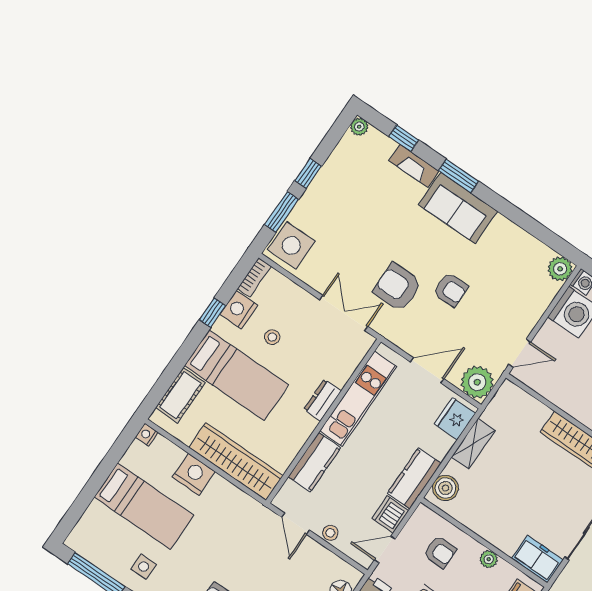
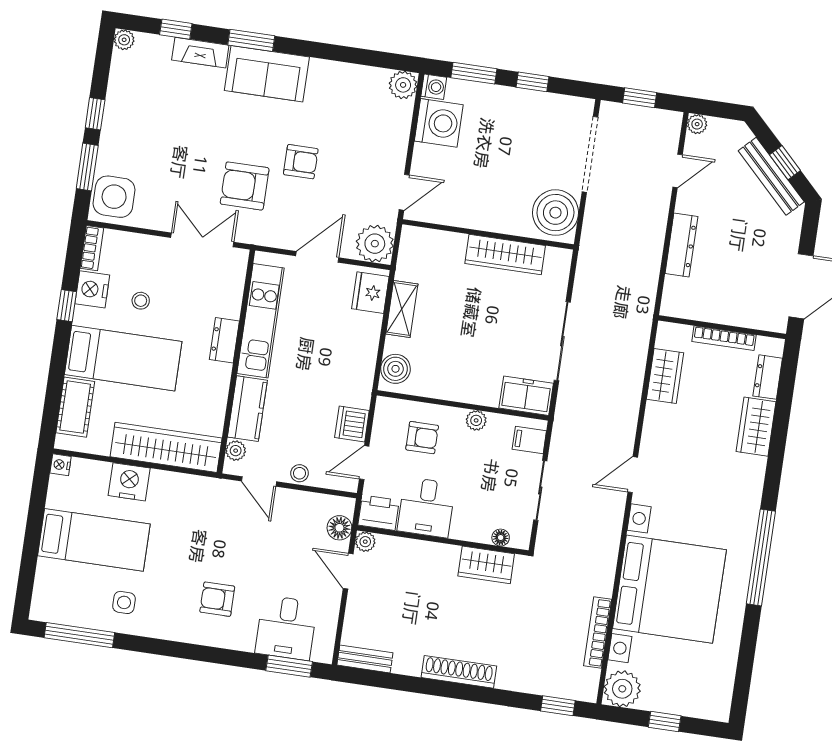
kitchen counter: (414, 478) -> (358, 374), removed
plant: (289, 491) -> (236, 451), added

